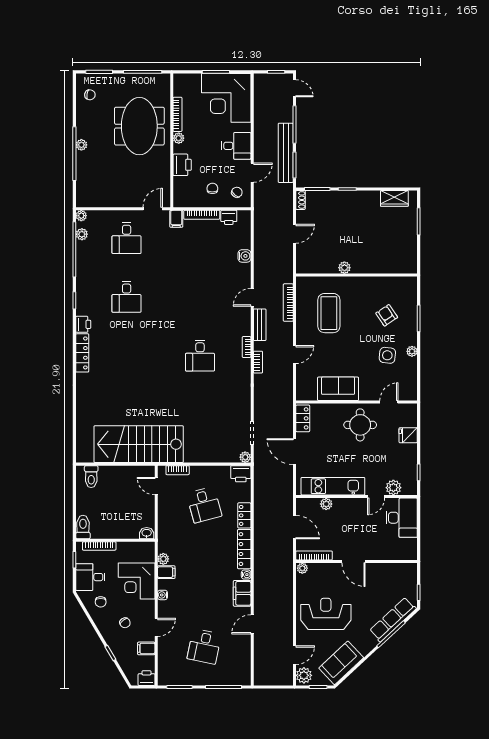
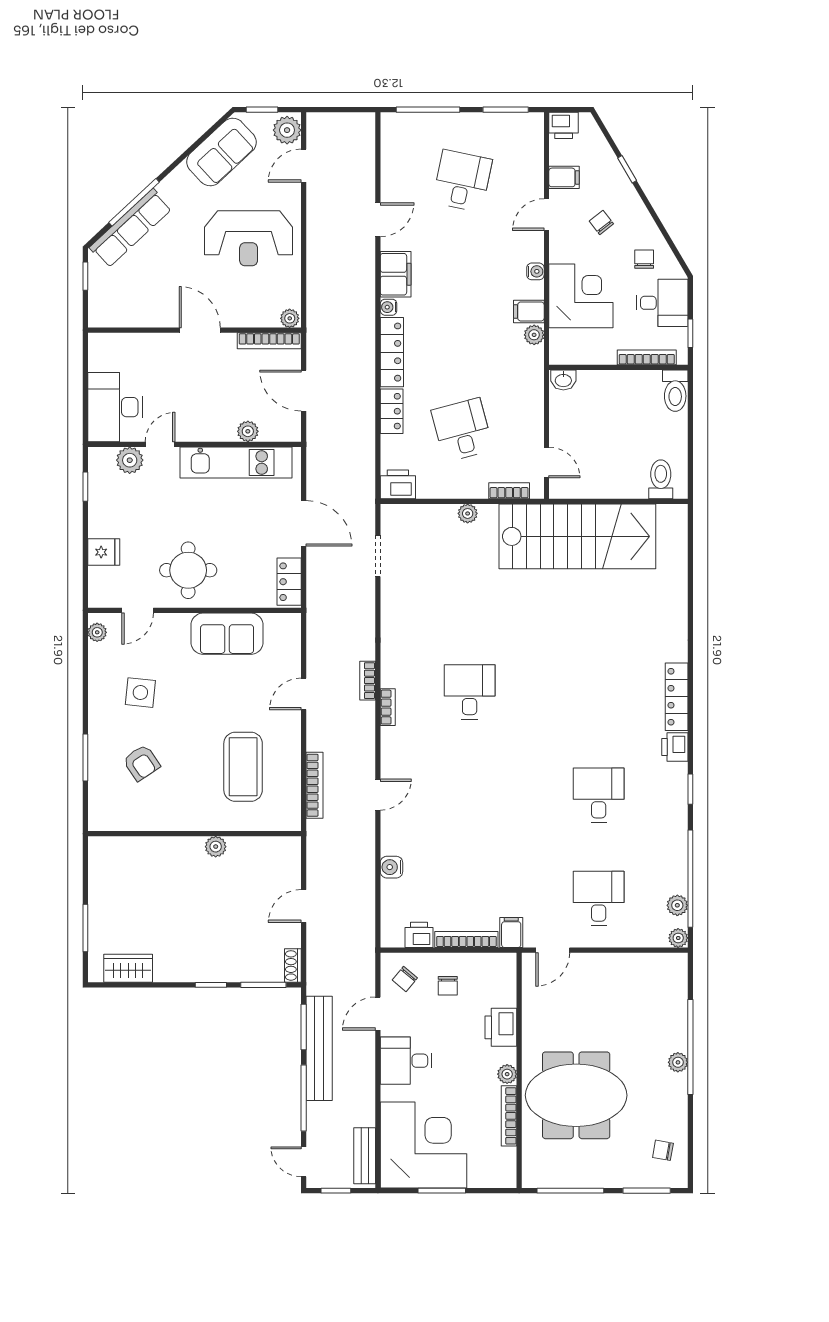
meeting table: (139, 126) -> (576, 1095), turned 90
bench: (260, 325) -> (365, 1156), moved
plant: (412, 351) -> (97, 632), moved
plant: (245, 457) -> (468, 513), moved

